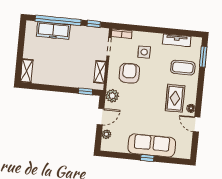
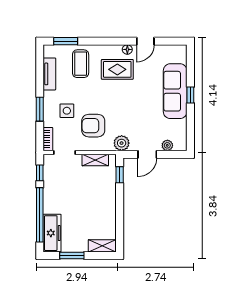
window: (148, 29) -> (40, 109), added
freezer: (53, 30) -> (52, 233), moved
window: (21, 44) -> (72, 256), added
door: (101, 117) -> (147, 154), swing flipped

